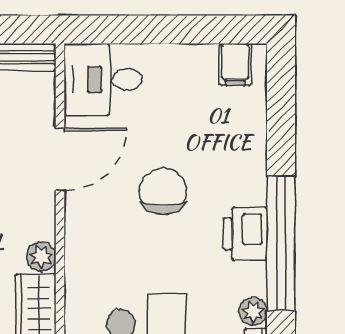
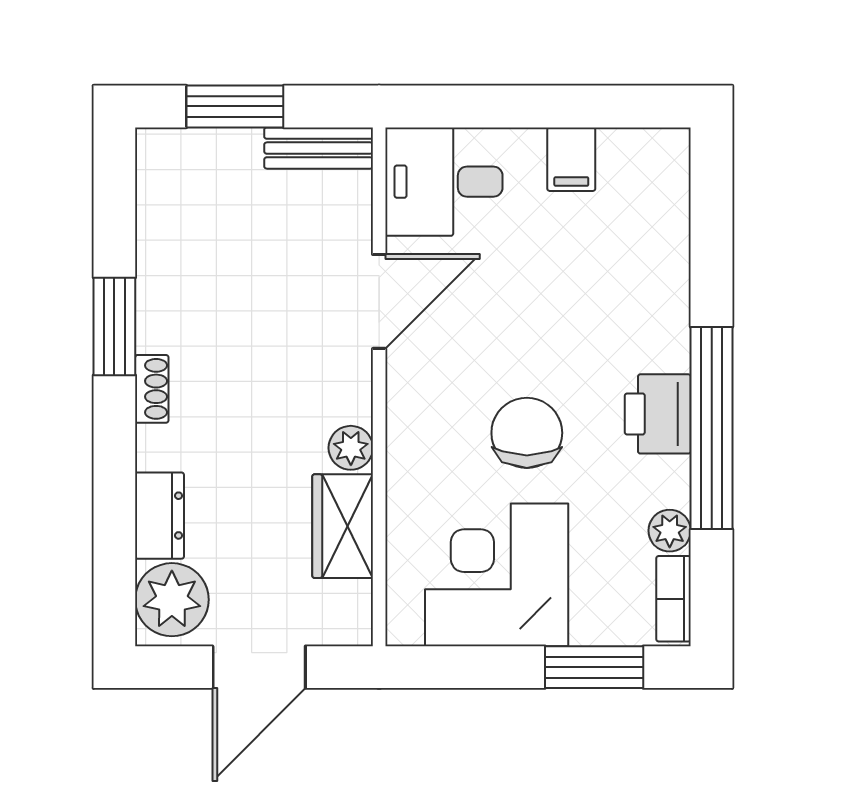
filing cabinet: (235, 65) -> (571, 159), moved
chair: (163, 191) -> (527, 433), moved

